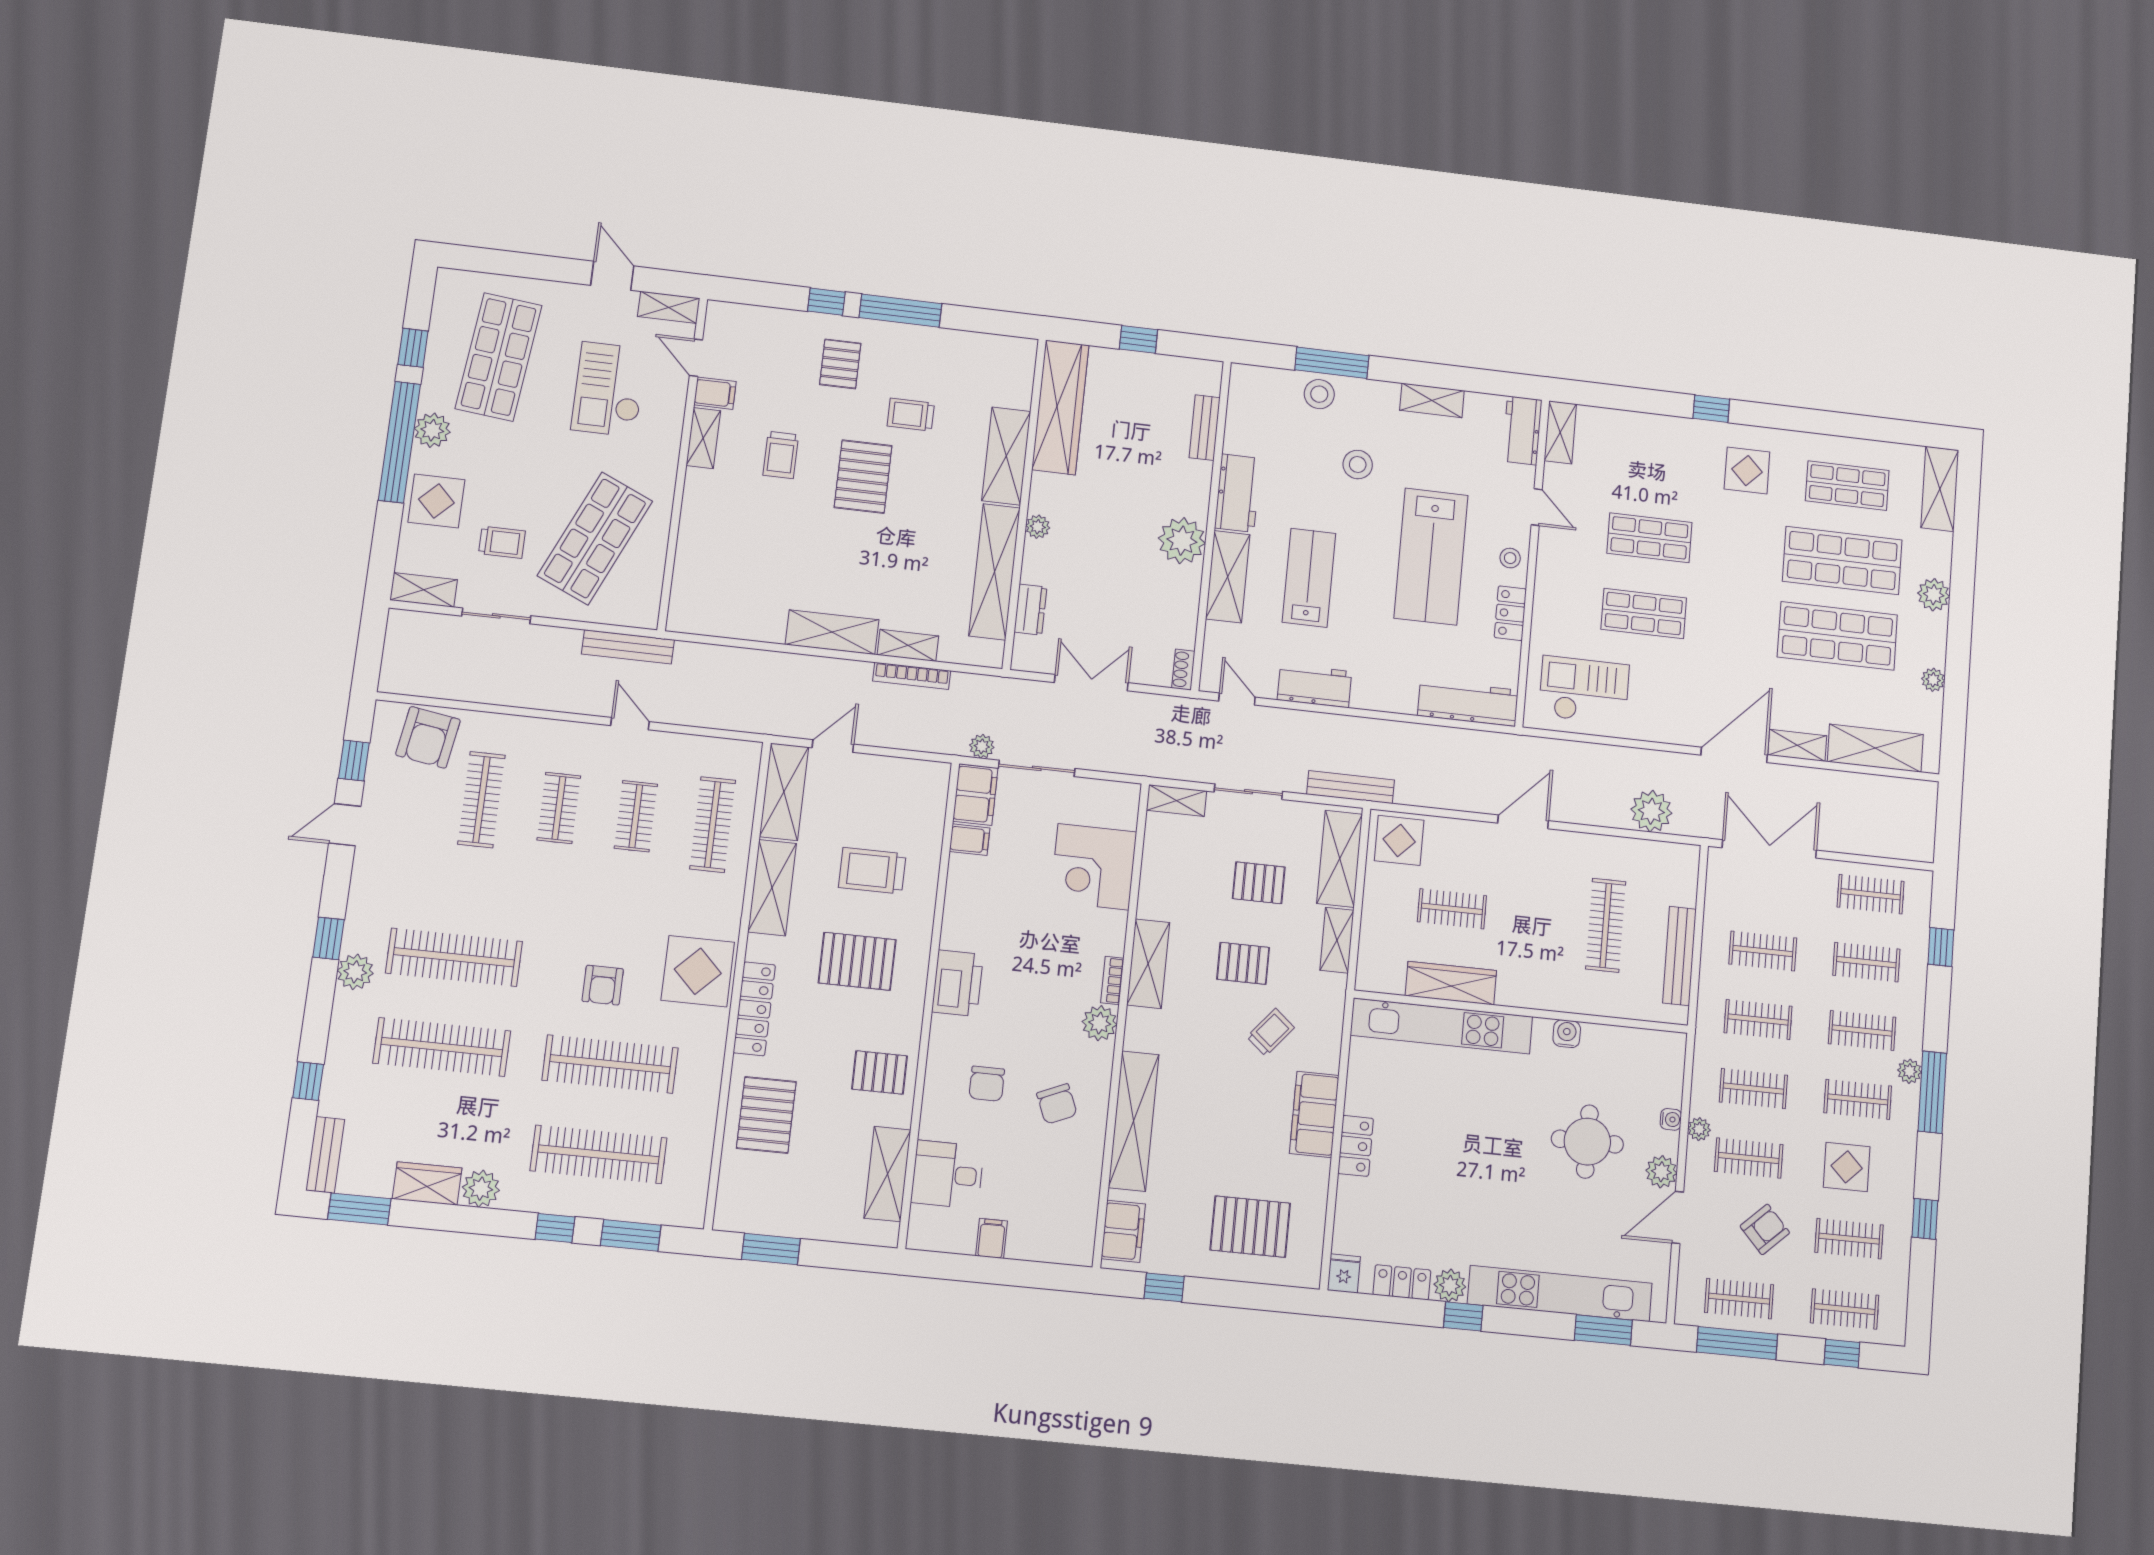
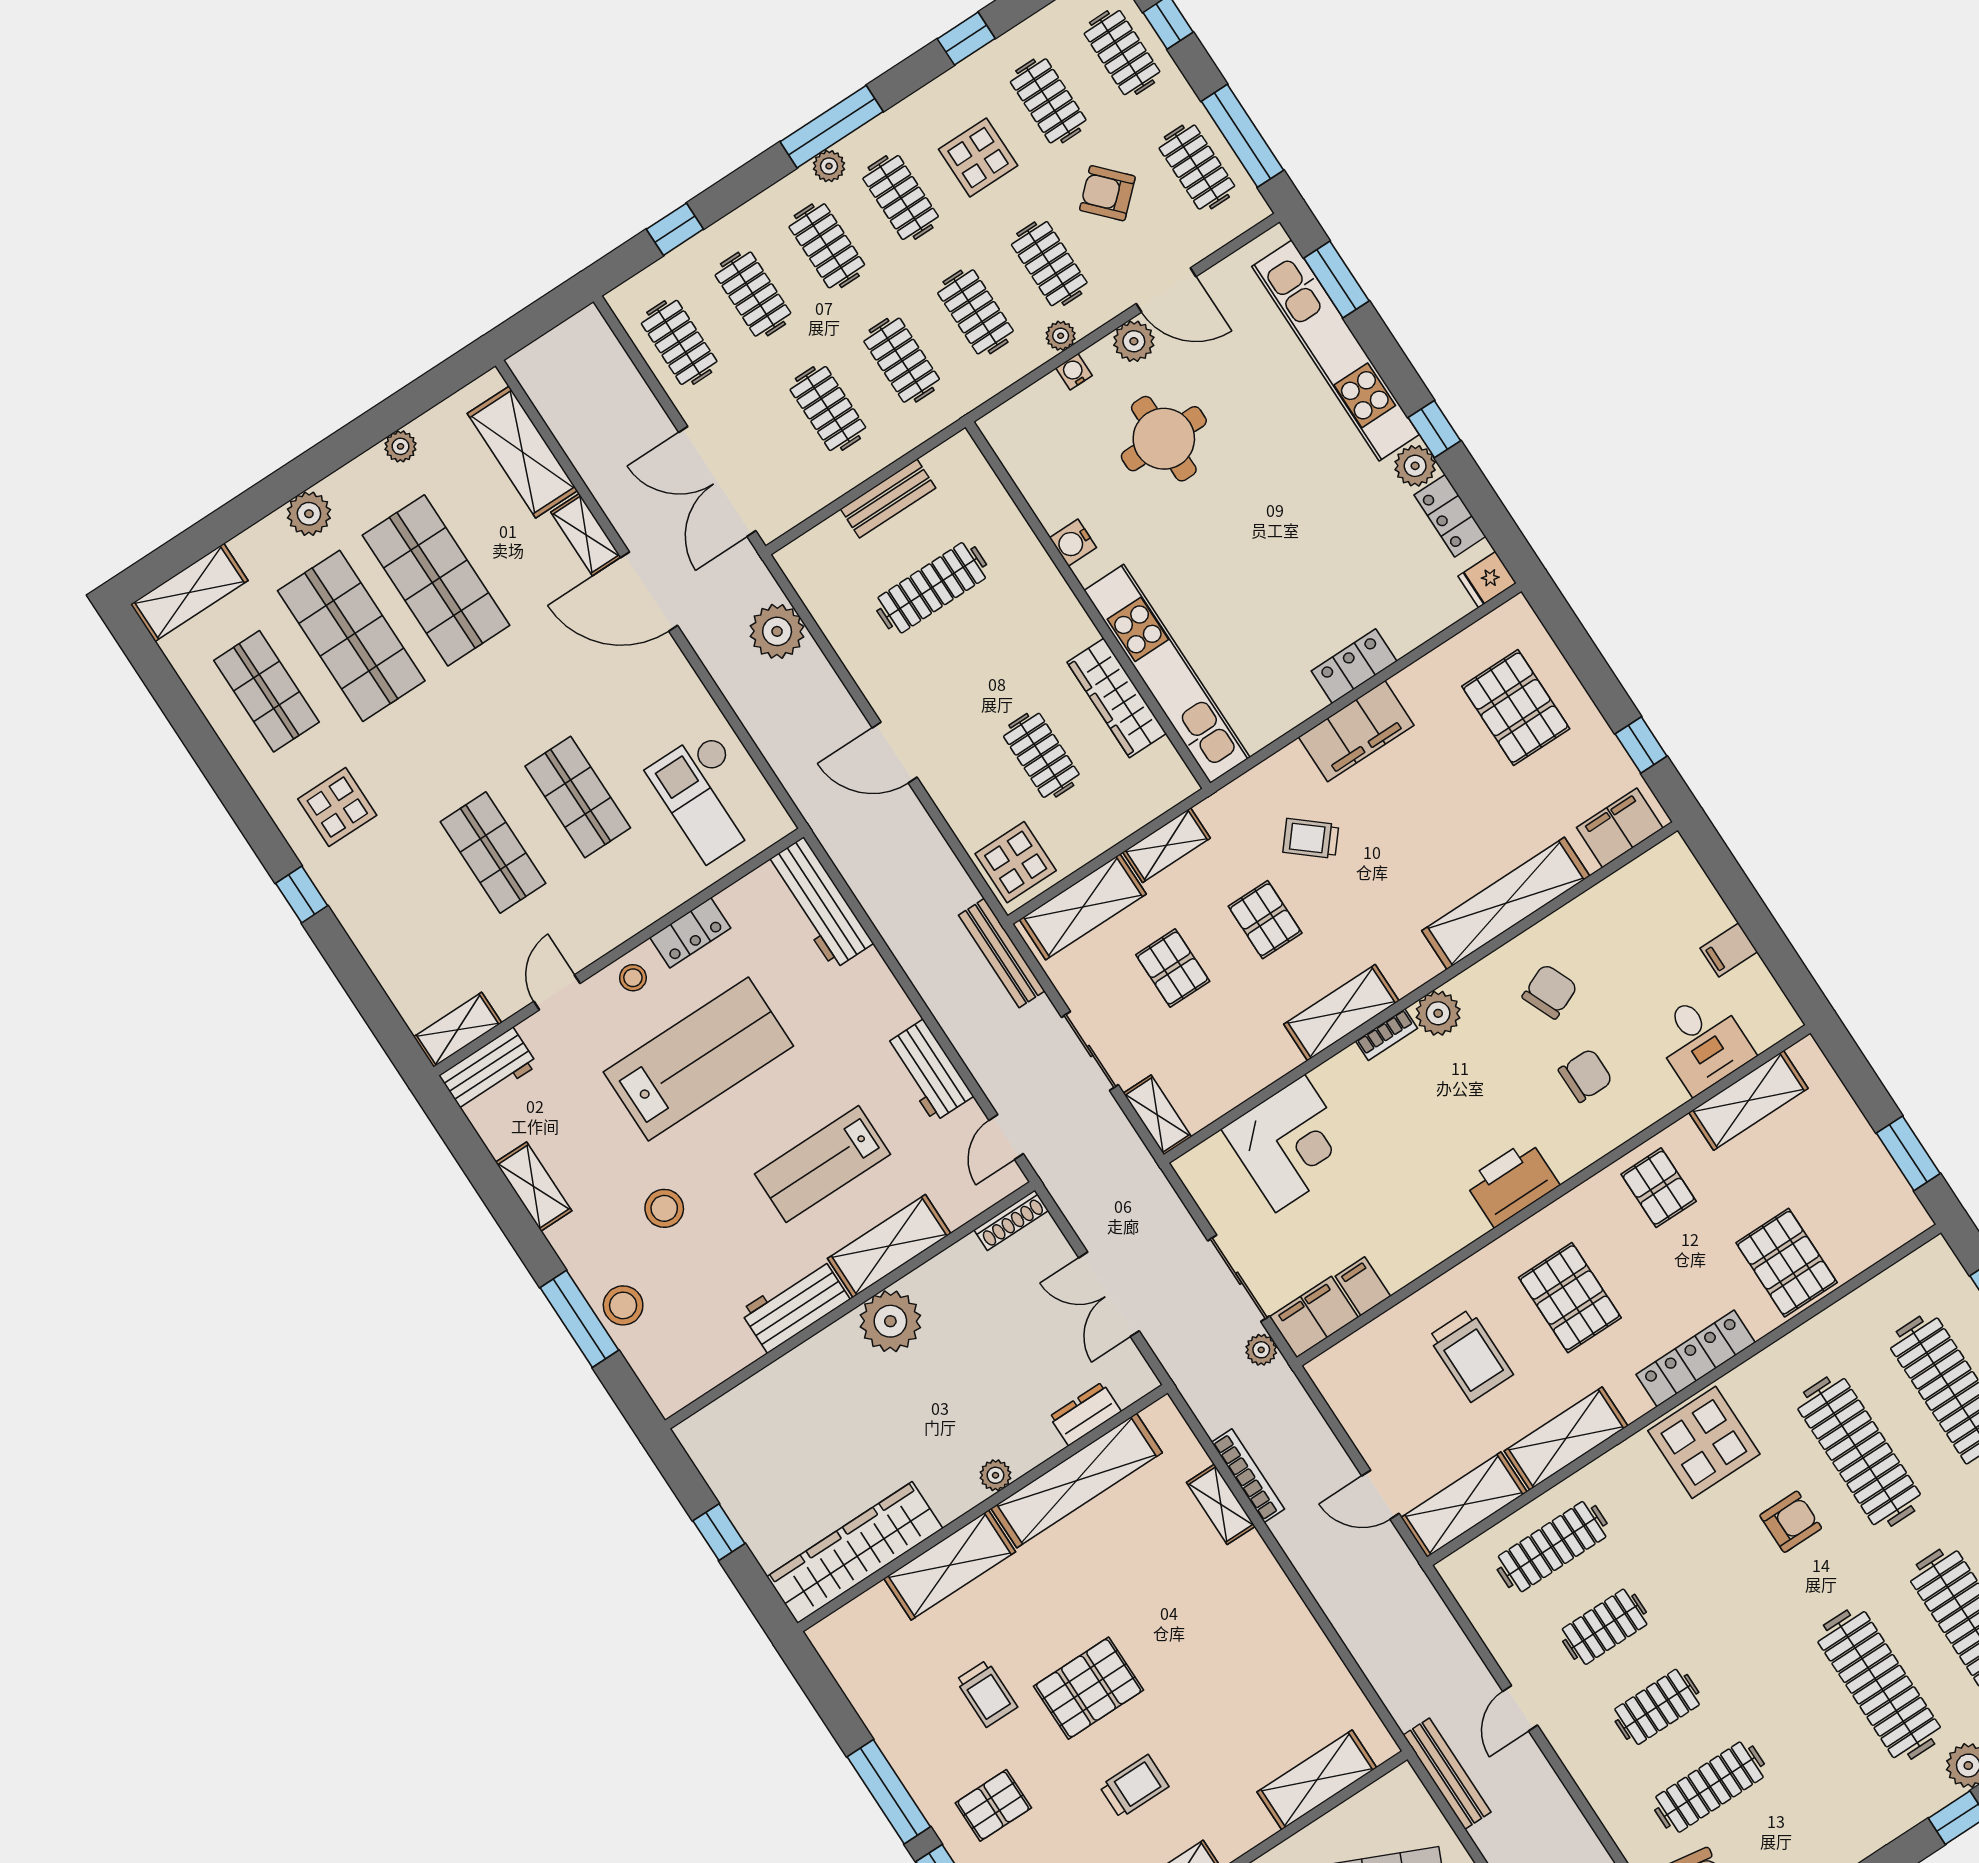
bench: (1205, 428) -> (755, 1392), removed
shelving: (832, 632) -> (1317, 1780), moved, turned 90
shoe rack: (1183, 670) -> (1011, 1220), width x1.43
bench: (1679, 956) -> (888, 498), width x0.73
pallet: (766, 1115) -> (1787, 1263), turned 90

